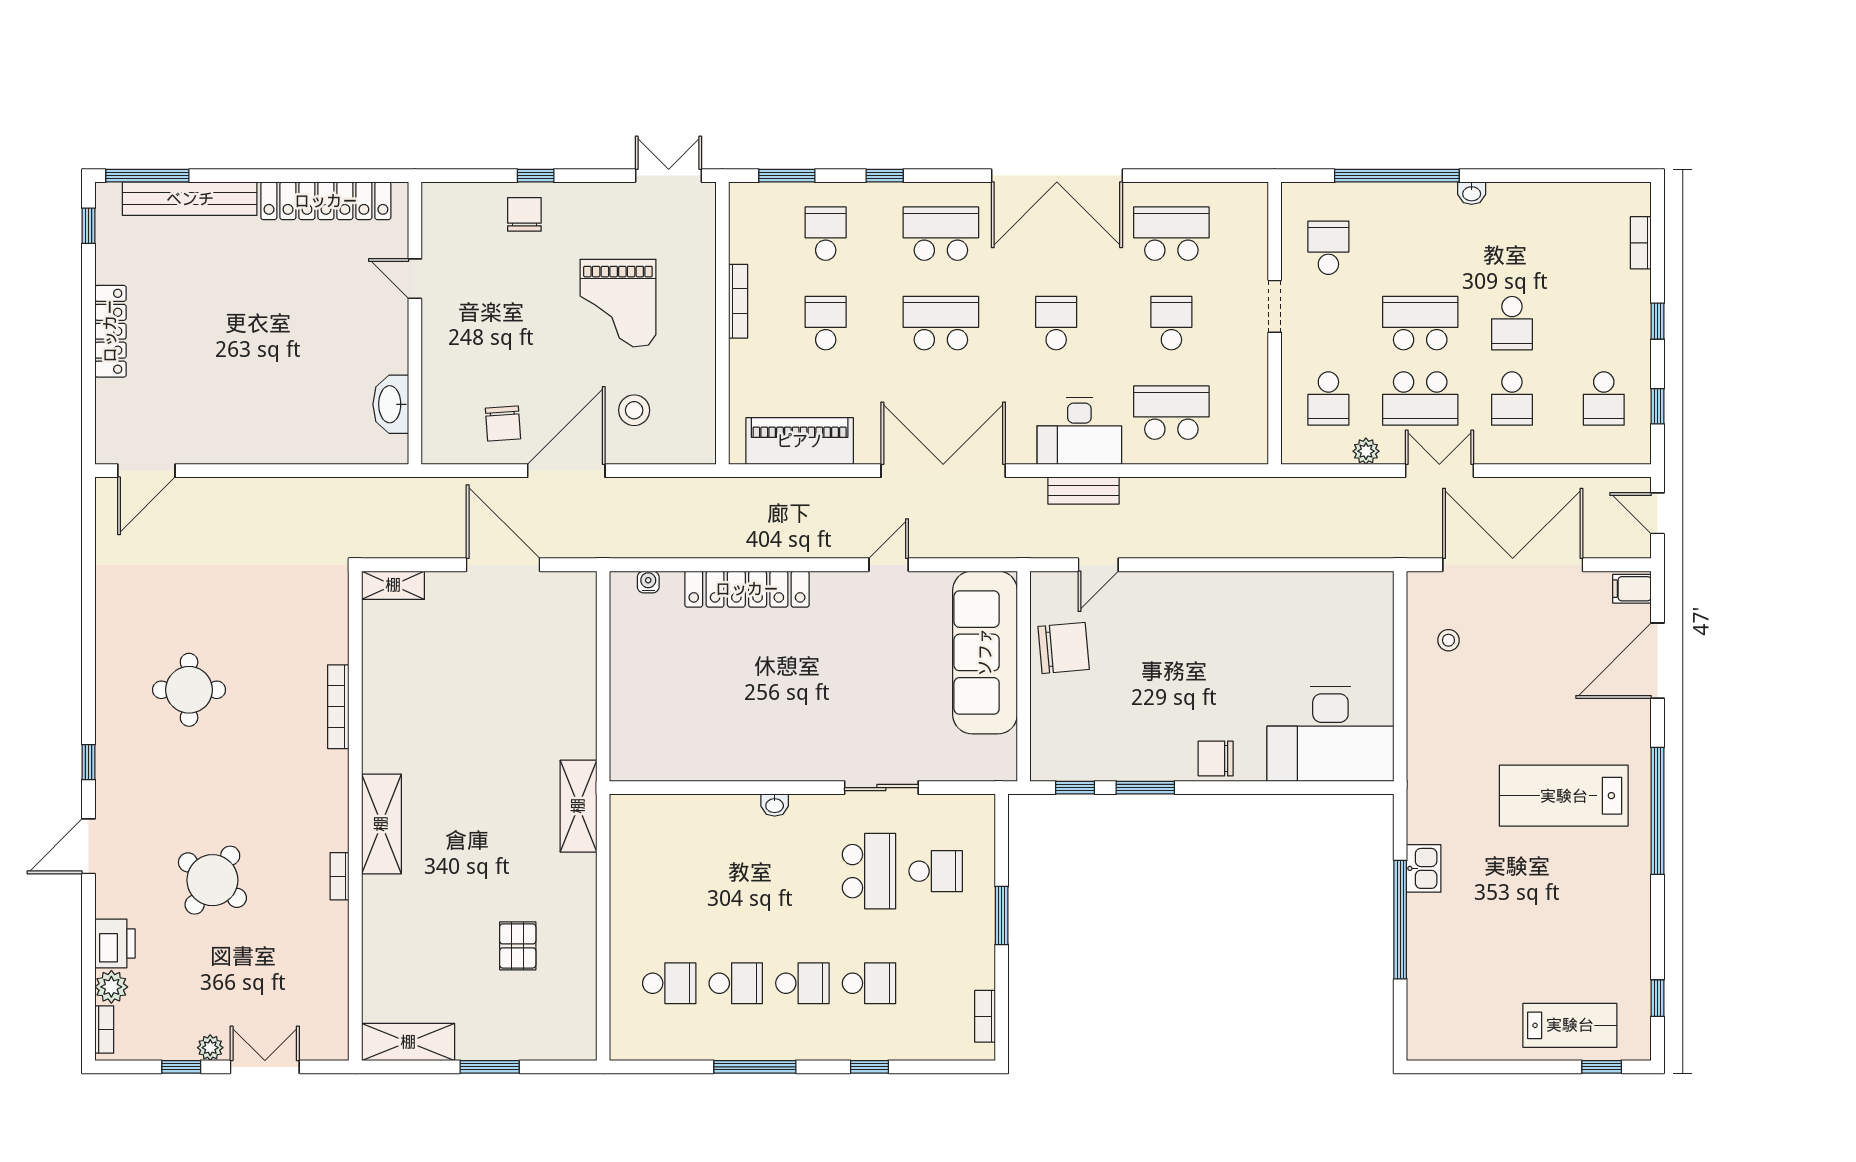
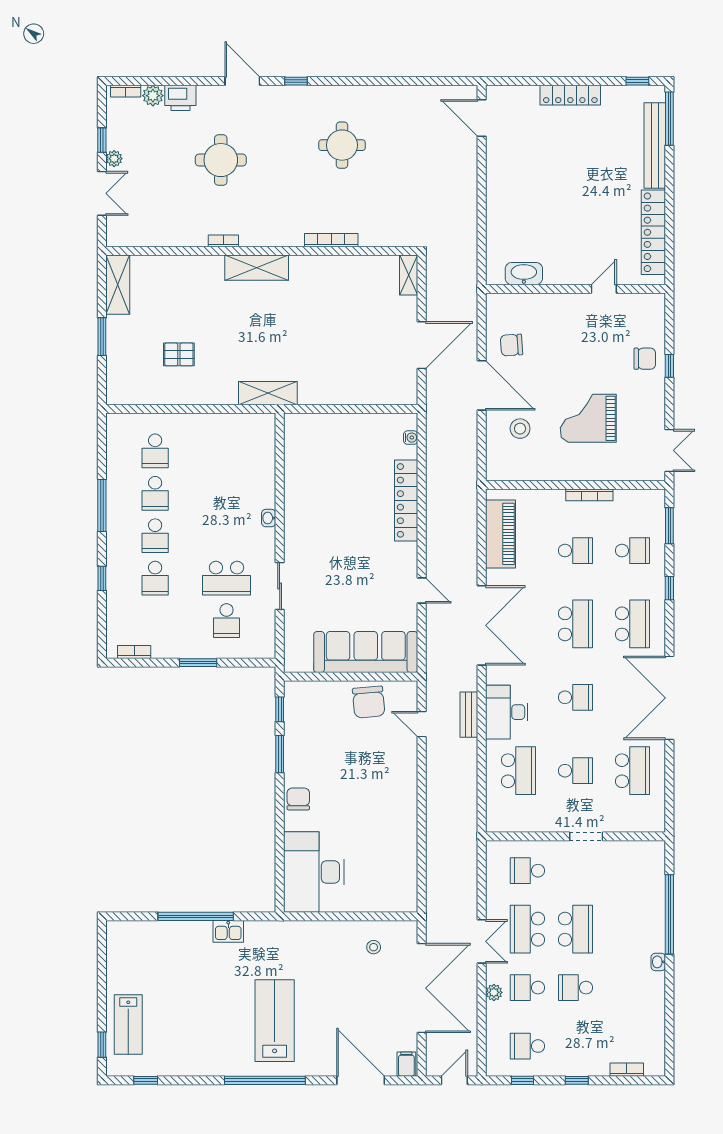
school desk: (1328, 248) -> (624, 871), removed
plant: (1366, 451) -> (494, 992), moved
round table: (212, 880) -> (221, 160), turned -36

